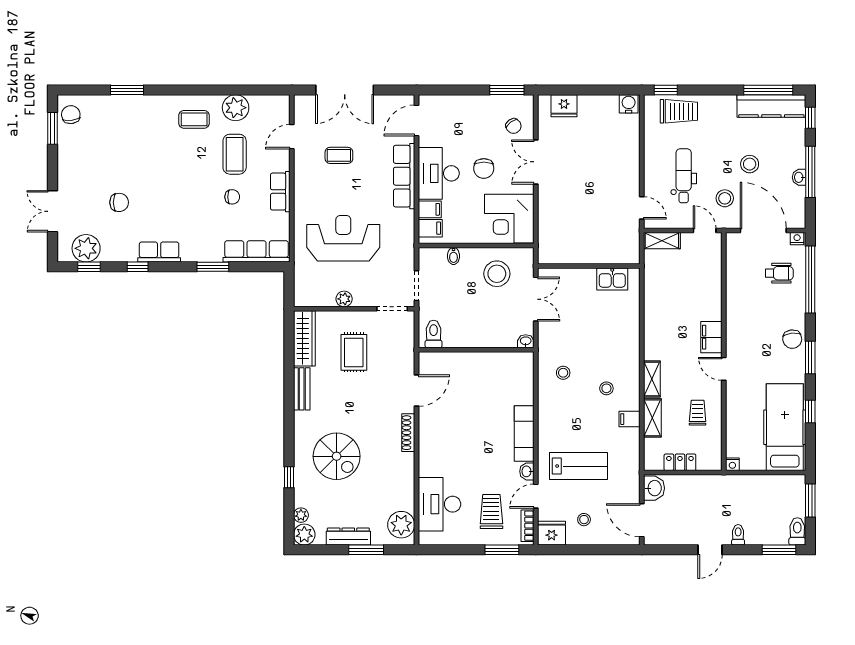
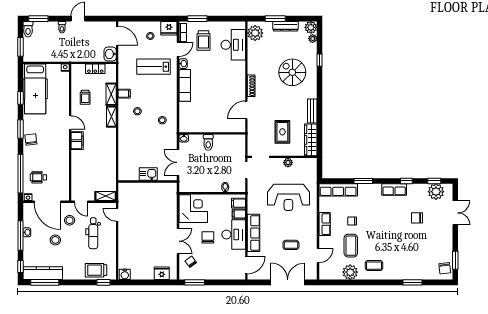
stool: (497, 274) -> (200, 177), removed
kitchen sink: (612, 279) -> (148, 174), moved
toilet: (434, 334) -> (208, 142), moved

